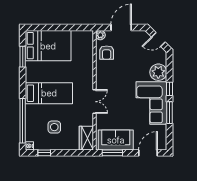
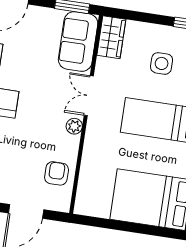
plant: (100, 35) -> (74, 126), moved
sofa: (116, 140) -> (78, 41), moved, turned 90

